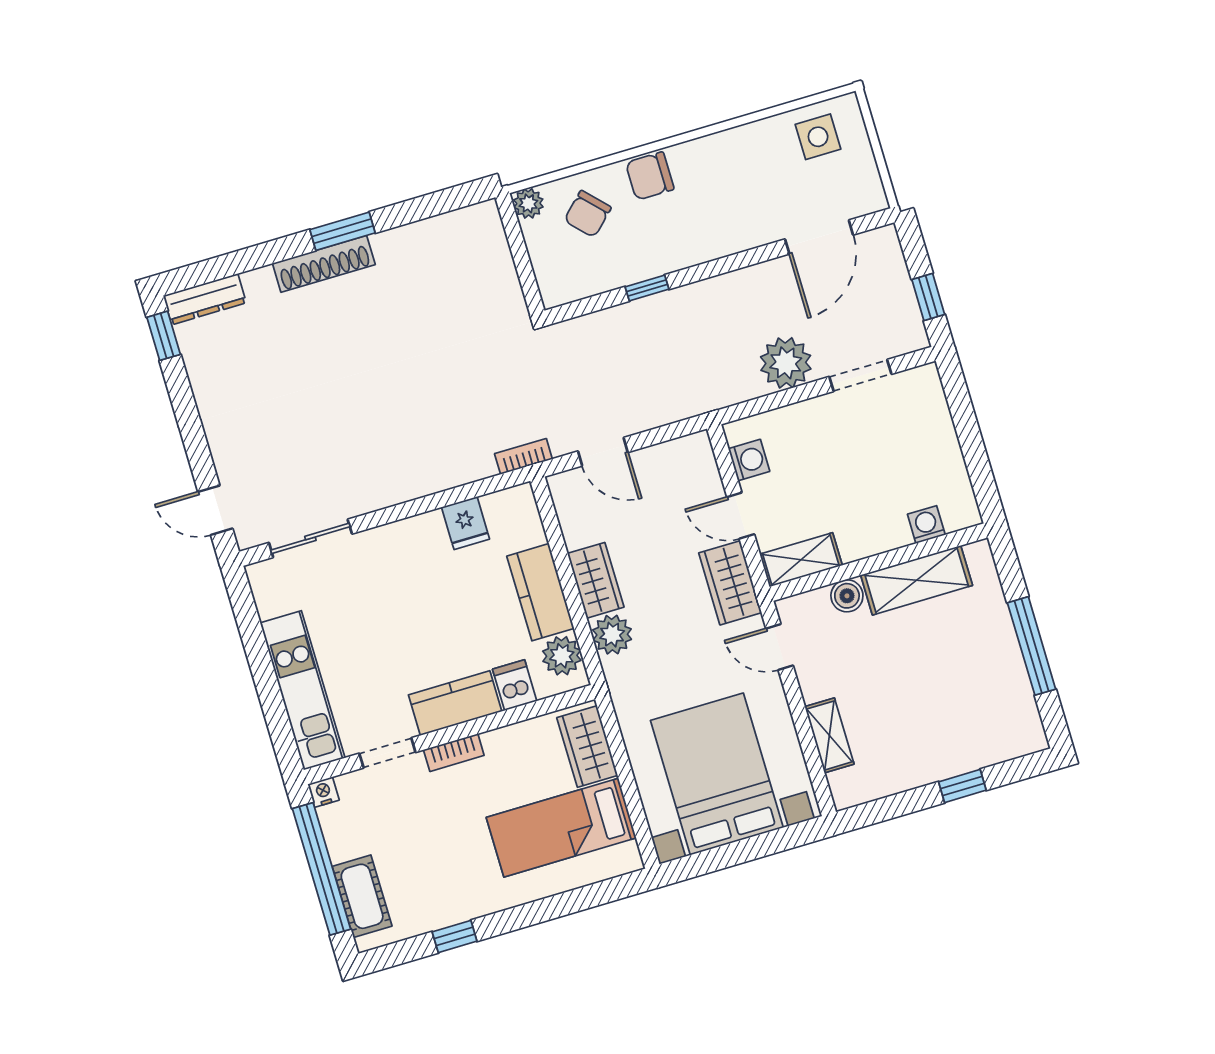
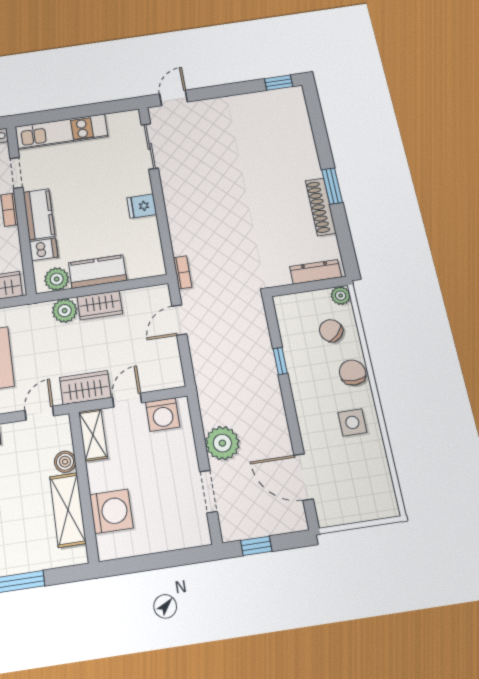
side table: (818, 137) -> (352, 422), moved
shoe rack: (324, 264) -> (321, 207), moved
dresser: (205, 299) -> (315, 272), moved, turned 90
washing machine: (749, 460) -> (163, 415), width x1.38, depth x1.38
fridge: (466, 523) -> (142, 206), moved
washing machine: (926, 525) -> (111, 511), width x1.89, depth x1.89

